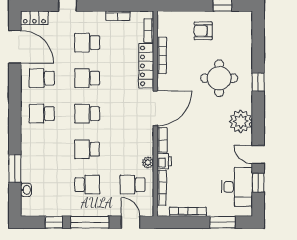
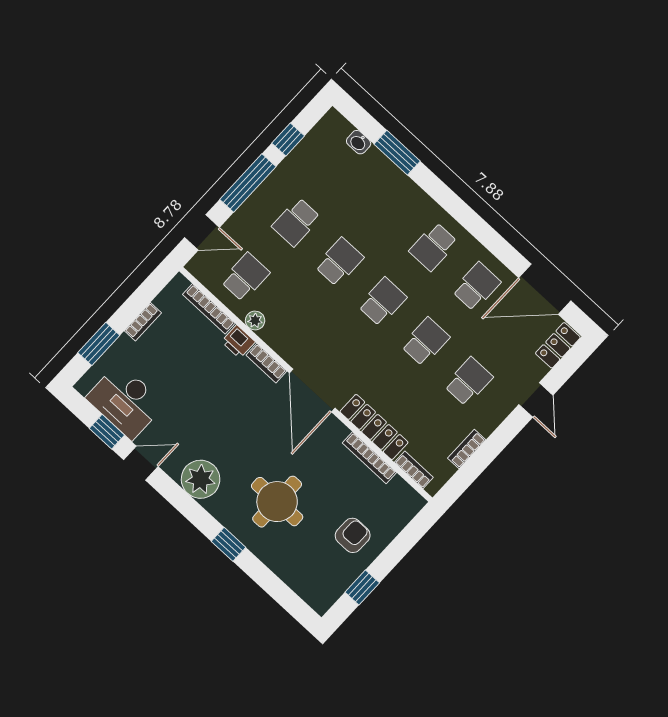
school desk: (42, 114) -> (433, 247), turned 180
bookcase: (188, 212) -> (143, 322), width x0.64

